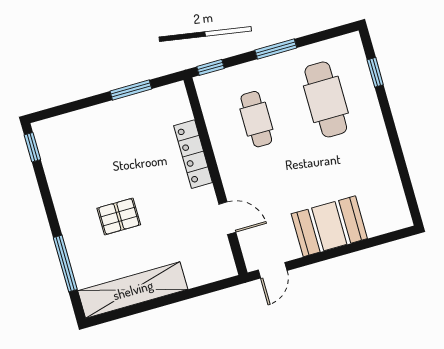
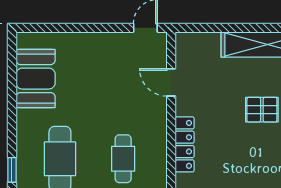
booth: (329, 226) -> (36, 79), moved, turned 90

